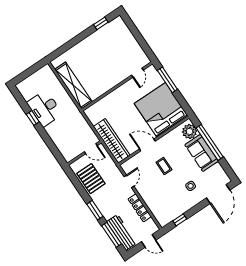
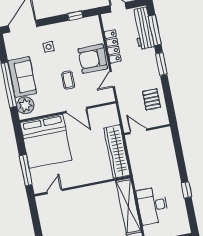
desk: (45, 108) -> (153, 206), moved, turned 180
wardrobe: (112, 141) -> (117, 152), moved
pallet: (91, 179) -> (152, 99), width x0.67, depth x0.71
armchair: (152, 191) -> (93, 59), added

